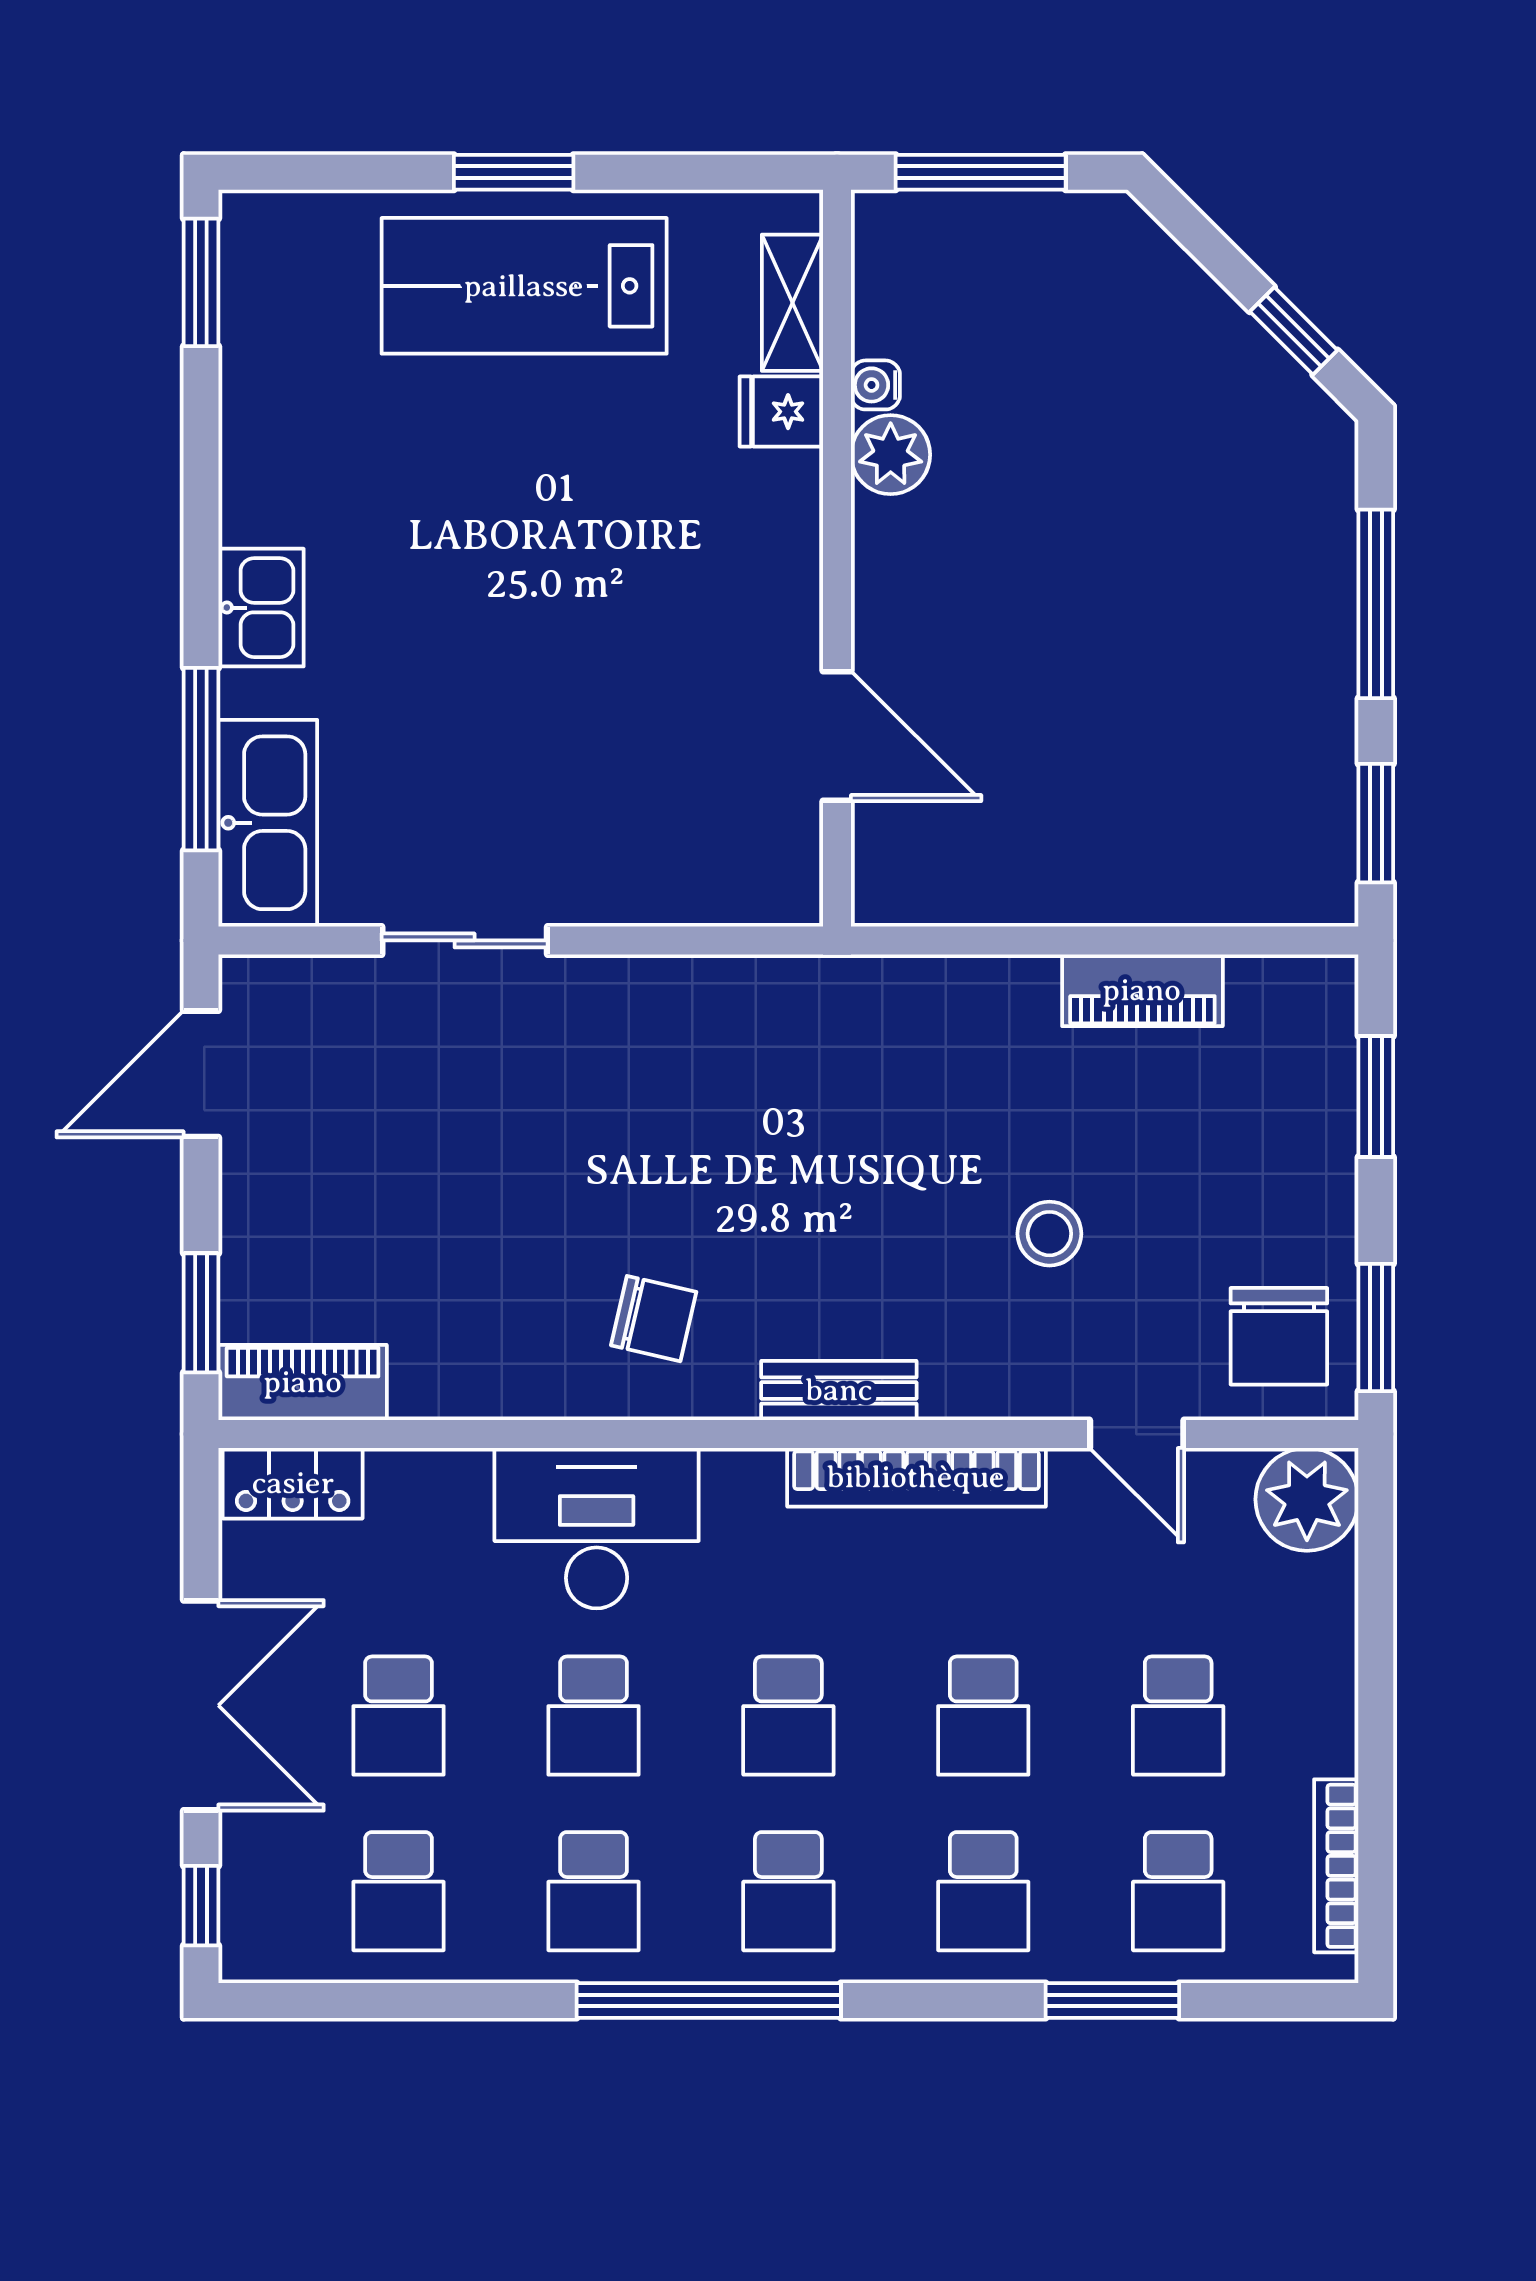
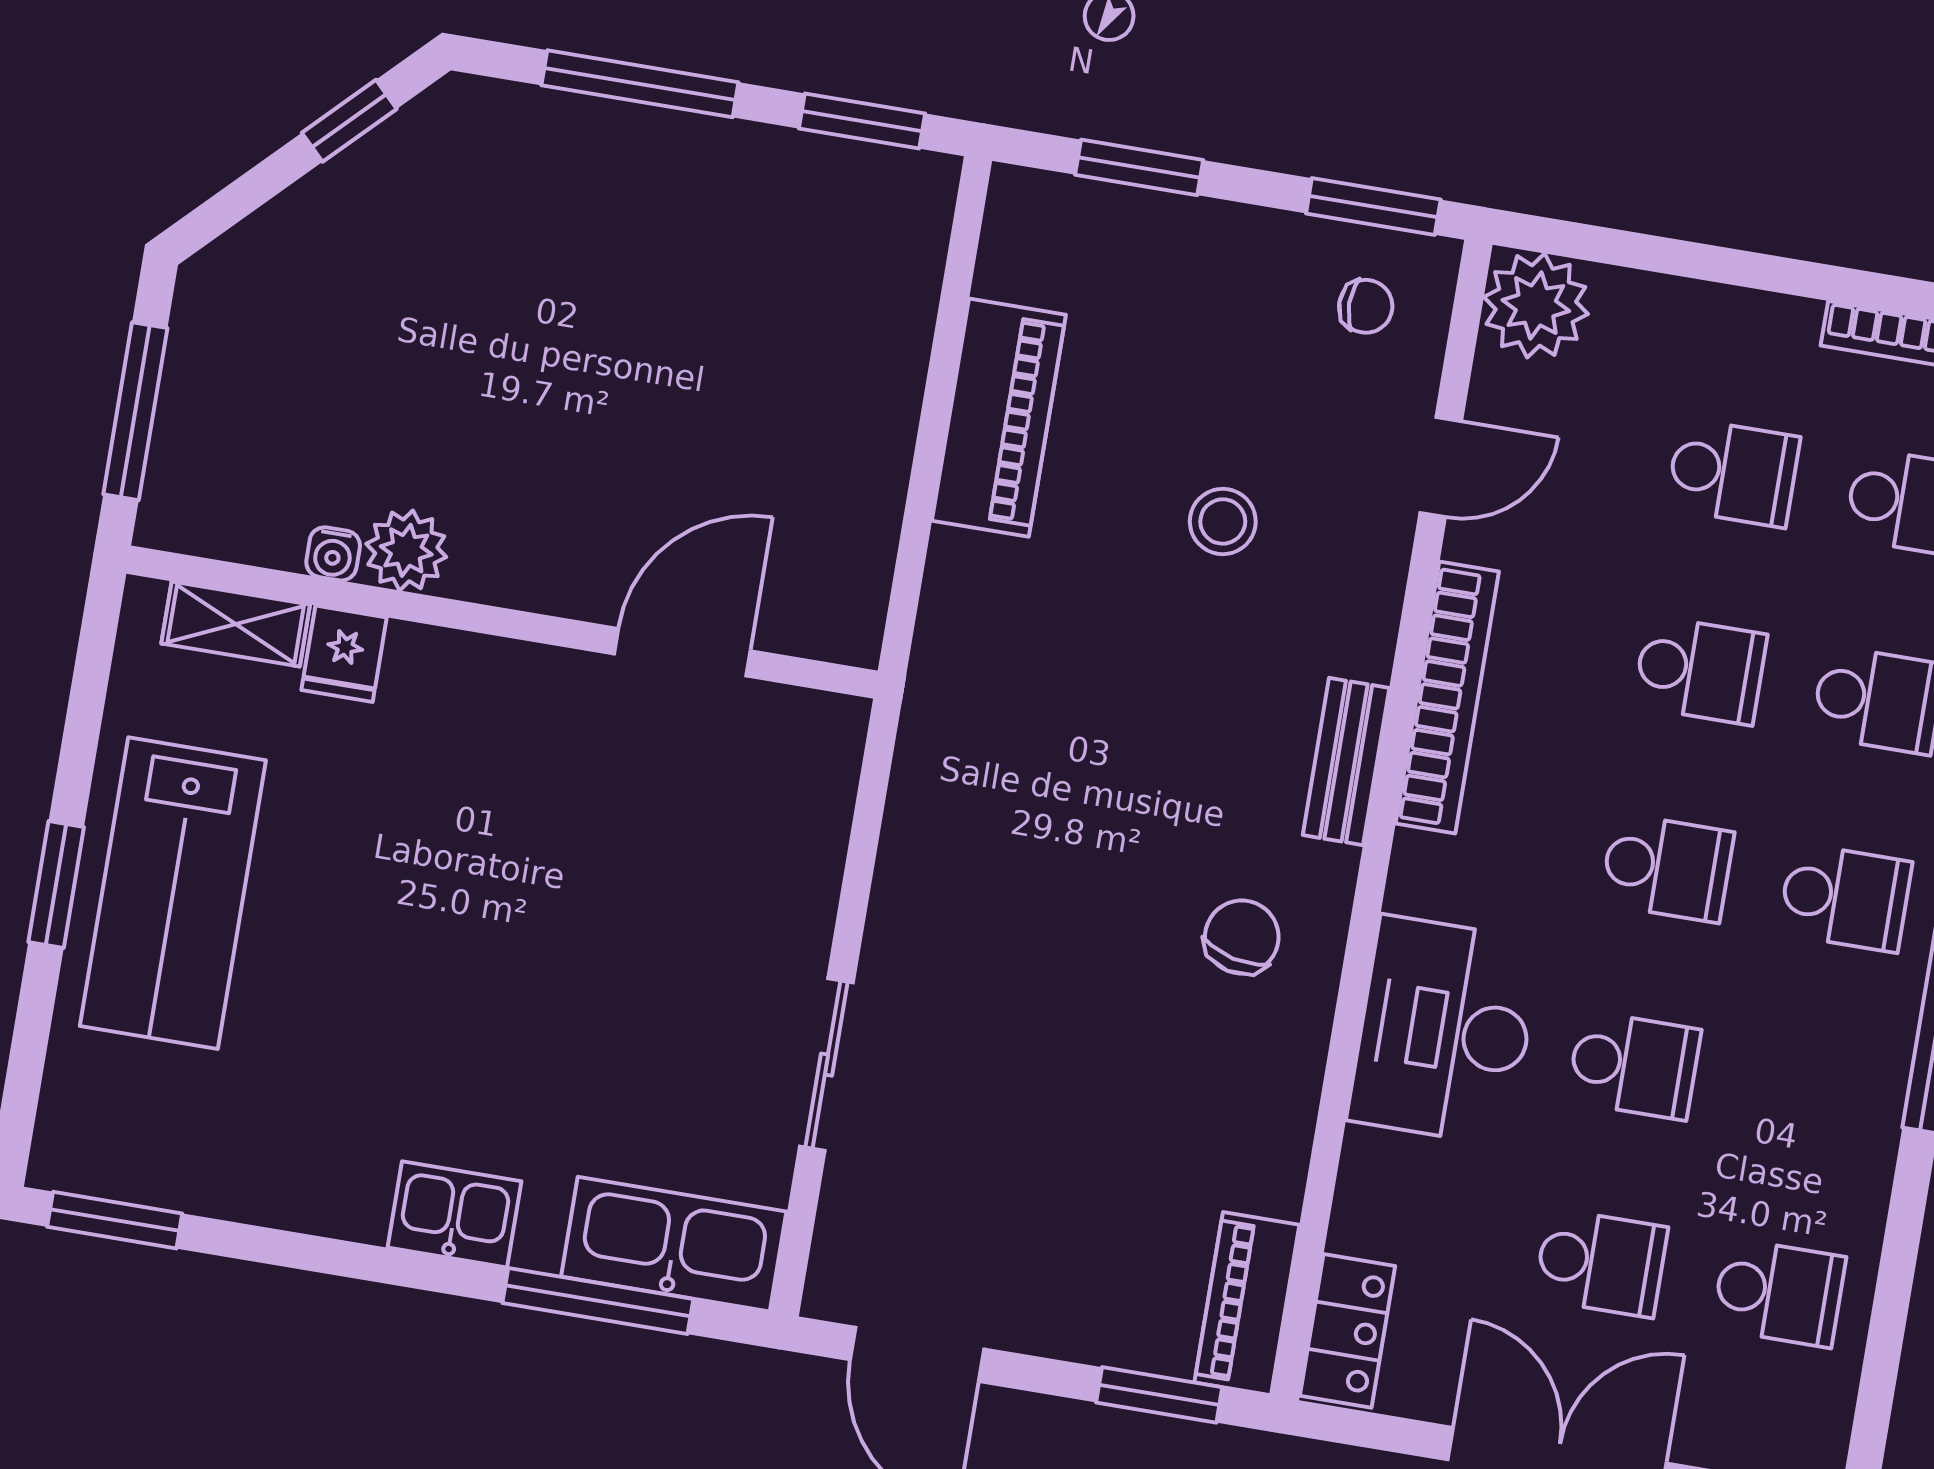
piano: (1142, 990) -> (999, 418), width x1.37, depth x1.33
chair: (1279, 1336) -> (1366, 306), width x0.54, depth x0.54
school desk: (593, 1891) -> (1812, 1095), removed

